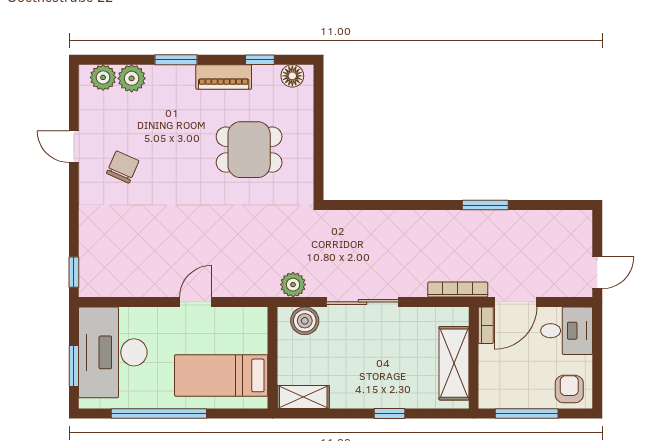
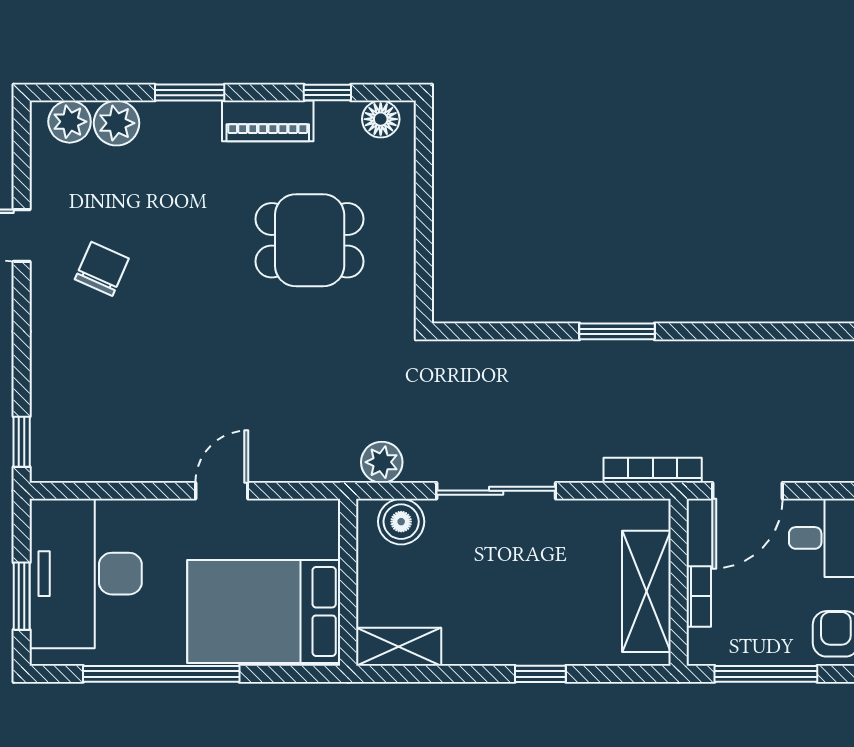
window: (485, 205) -> (617, 331), moved
bookcase: (486, 325) -> (699, 596), moved
bed: (221, 375) -> (264, 611), width x1.50

